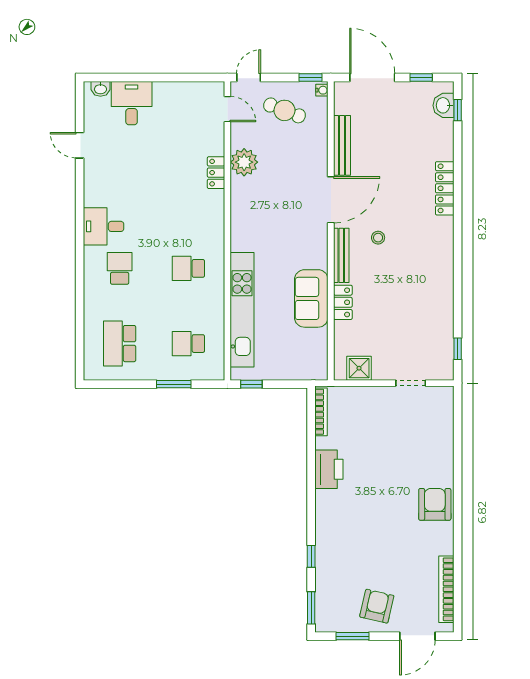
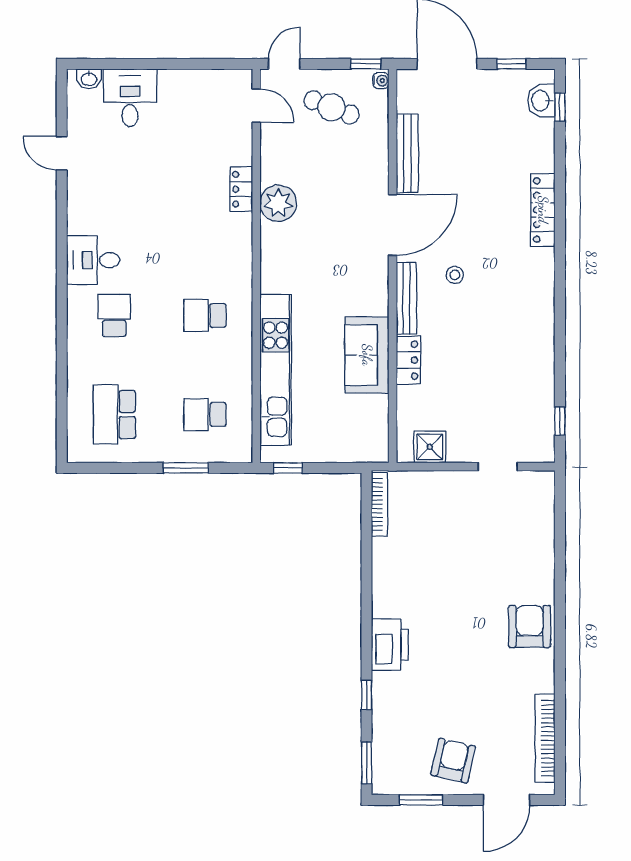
plant: (244, 162) -> (278, 203), moved
printer: (329, 469) -> (390, 645), moved

